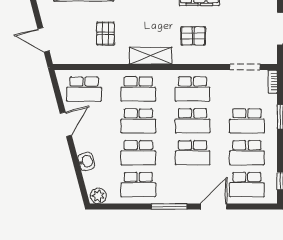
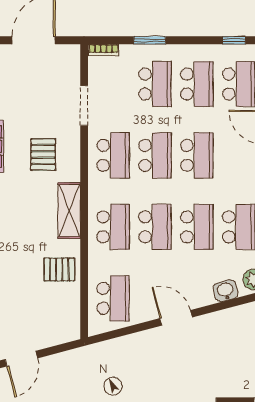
pallet: (105, 34) -> (59, 270), moved
door: (44, 40) -> (21, 359), moved
doorway: (245, 67) -> (84, 106), moved
door: (66, 124) -> (176, 318), moved
washbasin: (86, 161) -> (226, 291), moved

